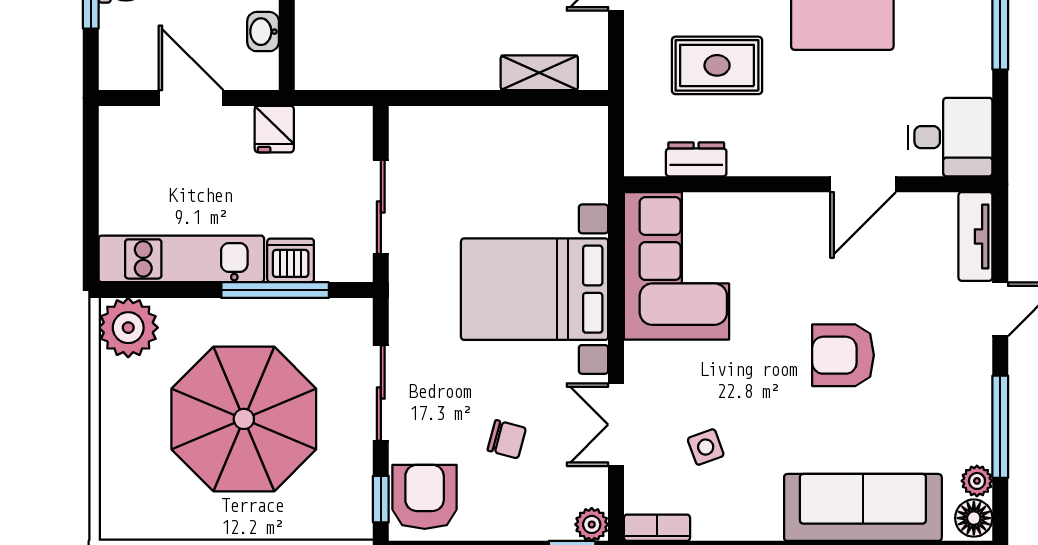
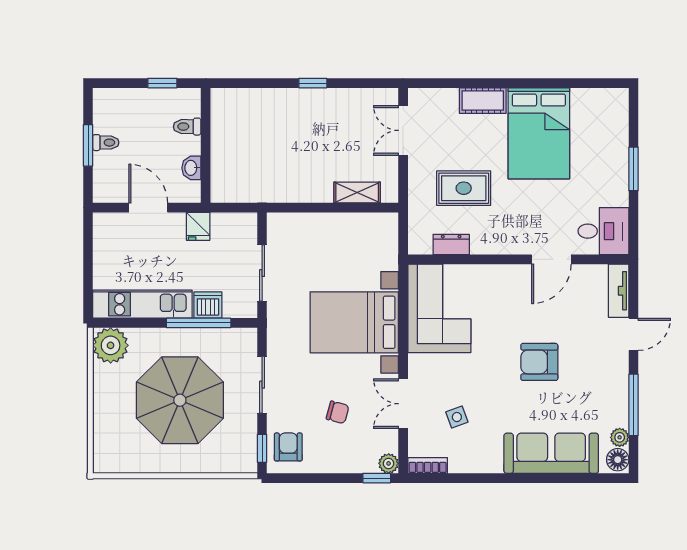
armchair: (425, 497) -> (288, 447), width x0.72, depth x0.72

